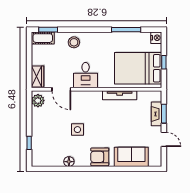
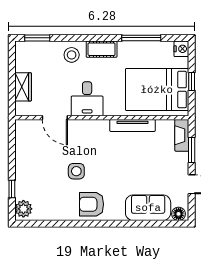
cot: (43, 38) -> (102, 49), moved
wardrobe: (37, 77) -> (23, 87), moved
plant: (38, 101) -> (23, 209), moved
fireplace: (157, 114) -> (182, 135), moved
armchair: (100, 157) -> (92, 204), moved
floor lamp: (69, 162) -> (179, 214), moved

